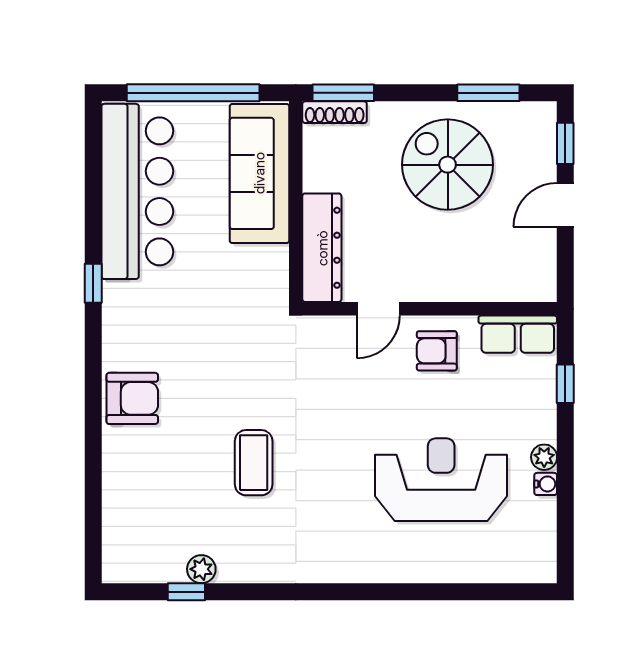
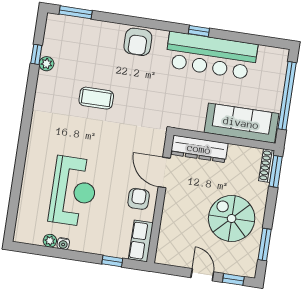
spiral stairs: (448, 165) -> (232, 218), turned -90
bar counter: (137, 191) -> (211, 56), moved
door: (378, 309) -> (164, 173), width x1.38
plant: (544, 457) -> (50, 241), moved
window: (93, 528) -> (76, 12), added

